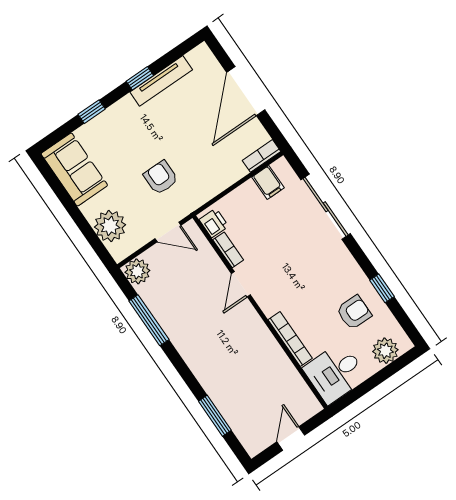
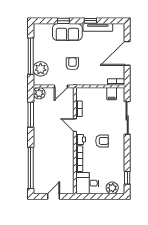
sofa: (74, 169) -> (67, 32), moved, turned 90
window: (77, 215) -> (31, 56), added
printer: (214, 223) -> (81, 139), moved
door: (168, 232) -> (61, 86), hinge flipped
door: (241, 284) -> (75, 125), hinge flipped
window: (382, 288) -> (127, 178), moved
armchair: (354, 312) -> (102, 141), moved
window: (215, 416) -> (31, 168), width x2.11

